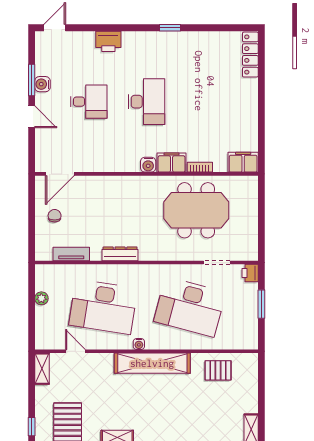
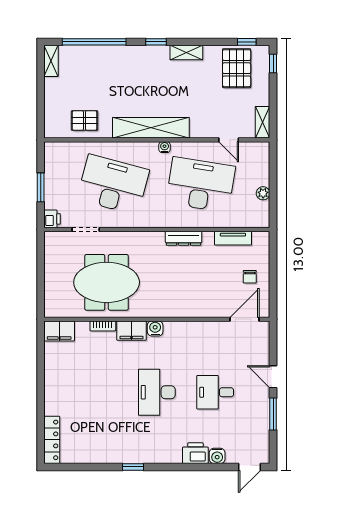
water cooler: (42, 84) -> (217, 456), moved, turned 90

